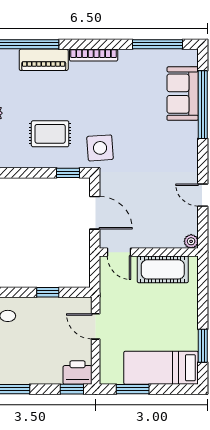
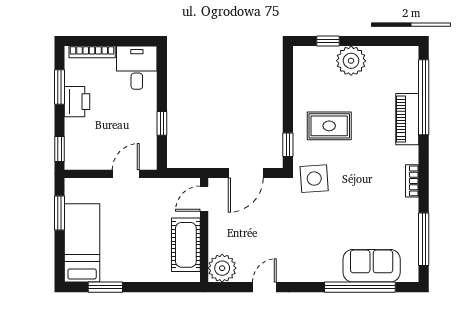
bookcase: (94, 55) -> (412, 181), width x0.64
rug: (50, 134) -> (329, 126), turned 90
plant: (191, 241) -> (222, 268), width x1.88, depth x1.88
printer: (77, 373) -> (77, 102), moved

